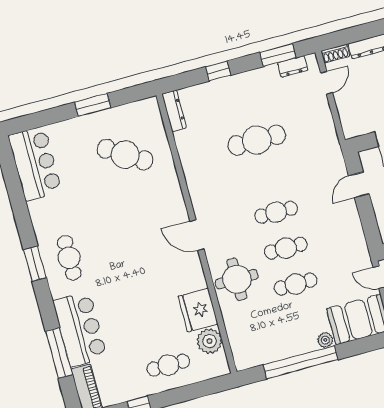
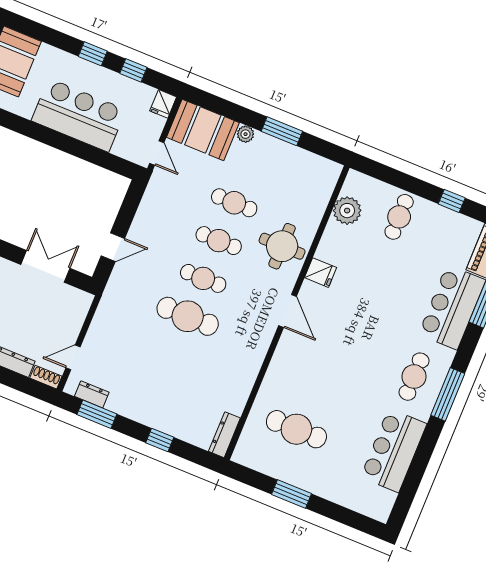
cafe table: (257, 140) -> (188, 316), moved
cafe table: (125, 155) -> (296, 429), turned -32
bar counter: (35, 164) -> (394, 450), moved
window: (35, 264) -> (448, 394), width x1.44
fridge: (198, 310) -> (320, 273), moved, width x0.53, depth x0.75
window: (301, 362) -> (282, 131), width x0.47
cafe table: (168, 365) -> (399, 217), turned 90

